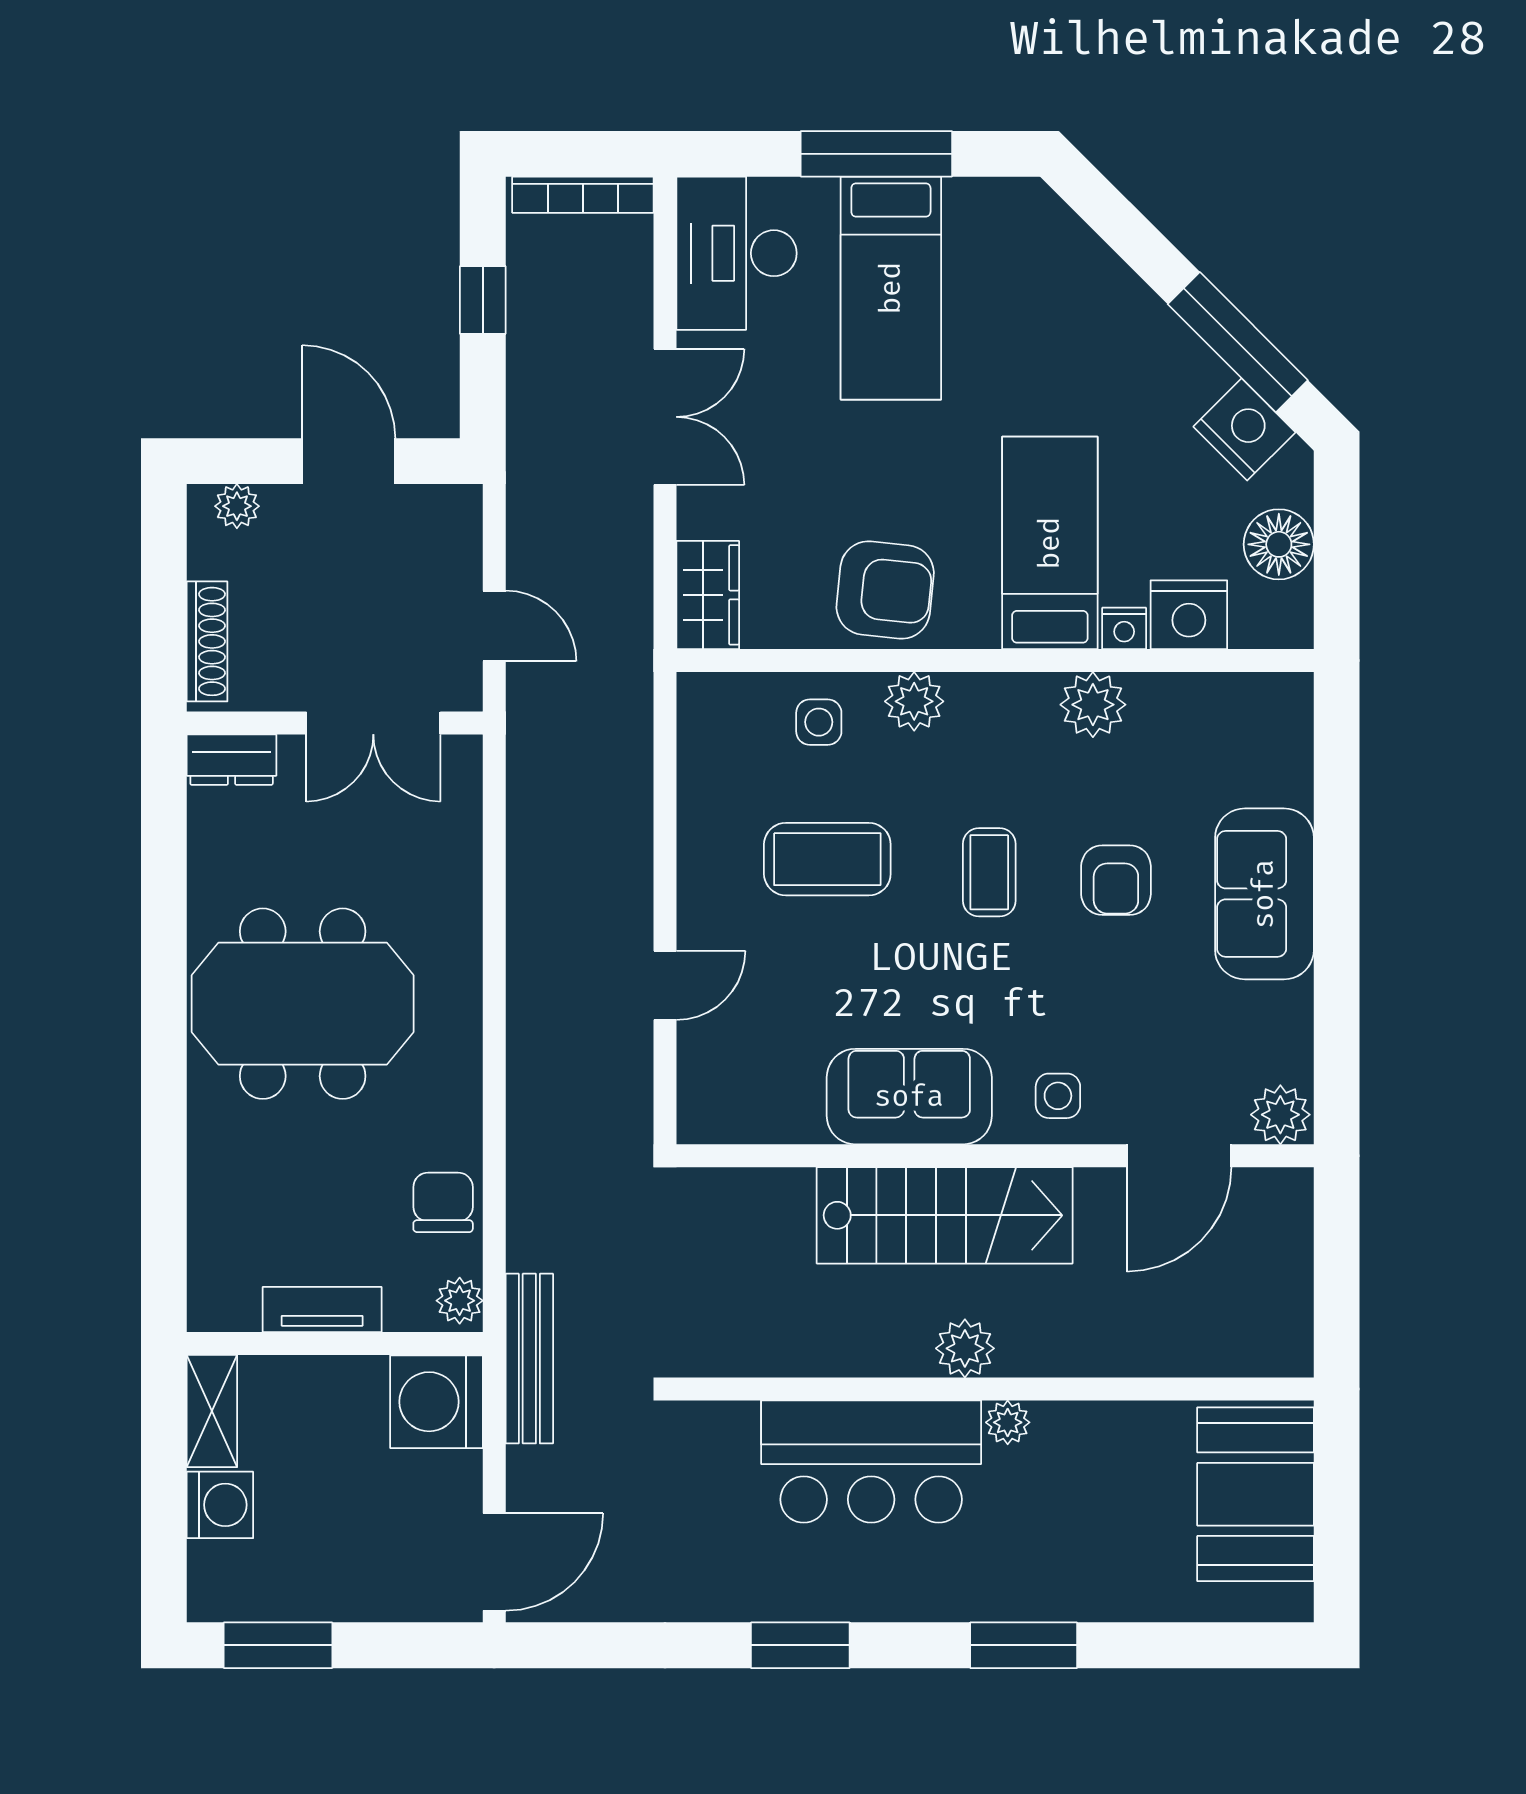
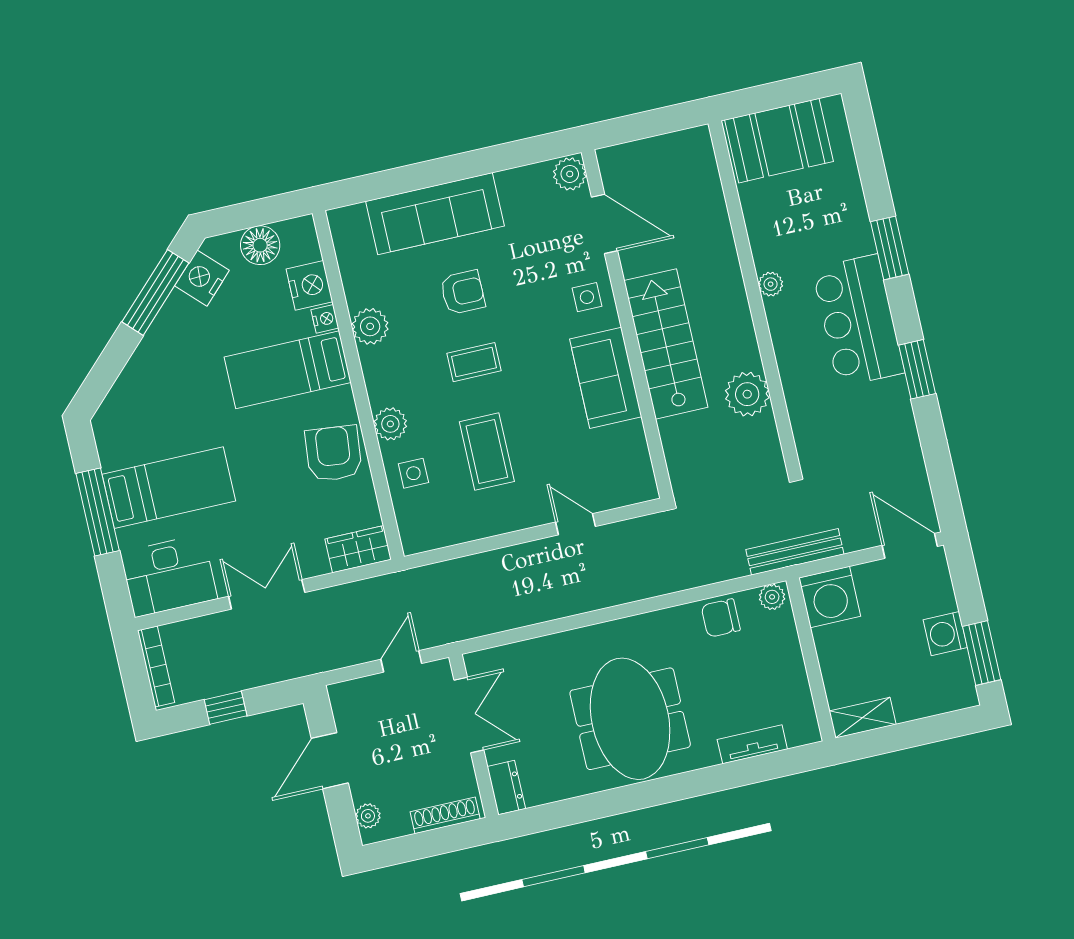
sofa: (1264, 894) -> (435, 214), width x1.36
tv unit: (322, 1309) -> (752, 744), moved, turned 90
plant: (965, 1348) -> (747, 394), moved, width x1.36, depth x1.36
bar counter: (871, 1462) -> (858, 321), moved, turned 180
washing machine: (220, 1505) -> (945, 634), moved, turned -90

